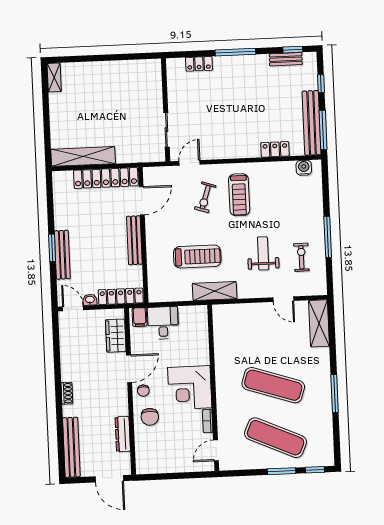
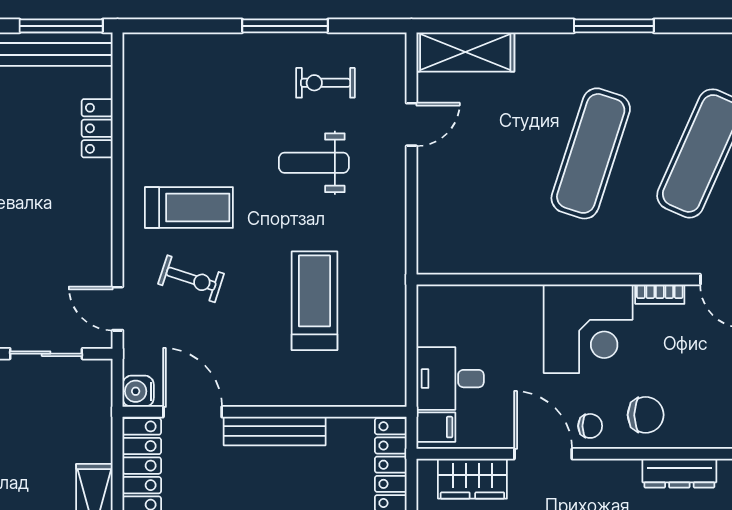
water cooler: (304, 168) -> (138, 391), moved
shelving: (215, 291) -> (388, 268), removed

